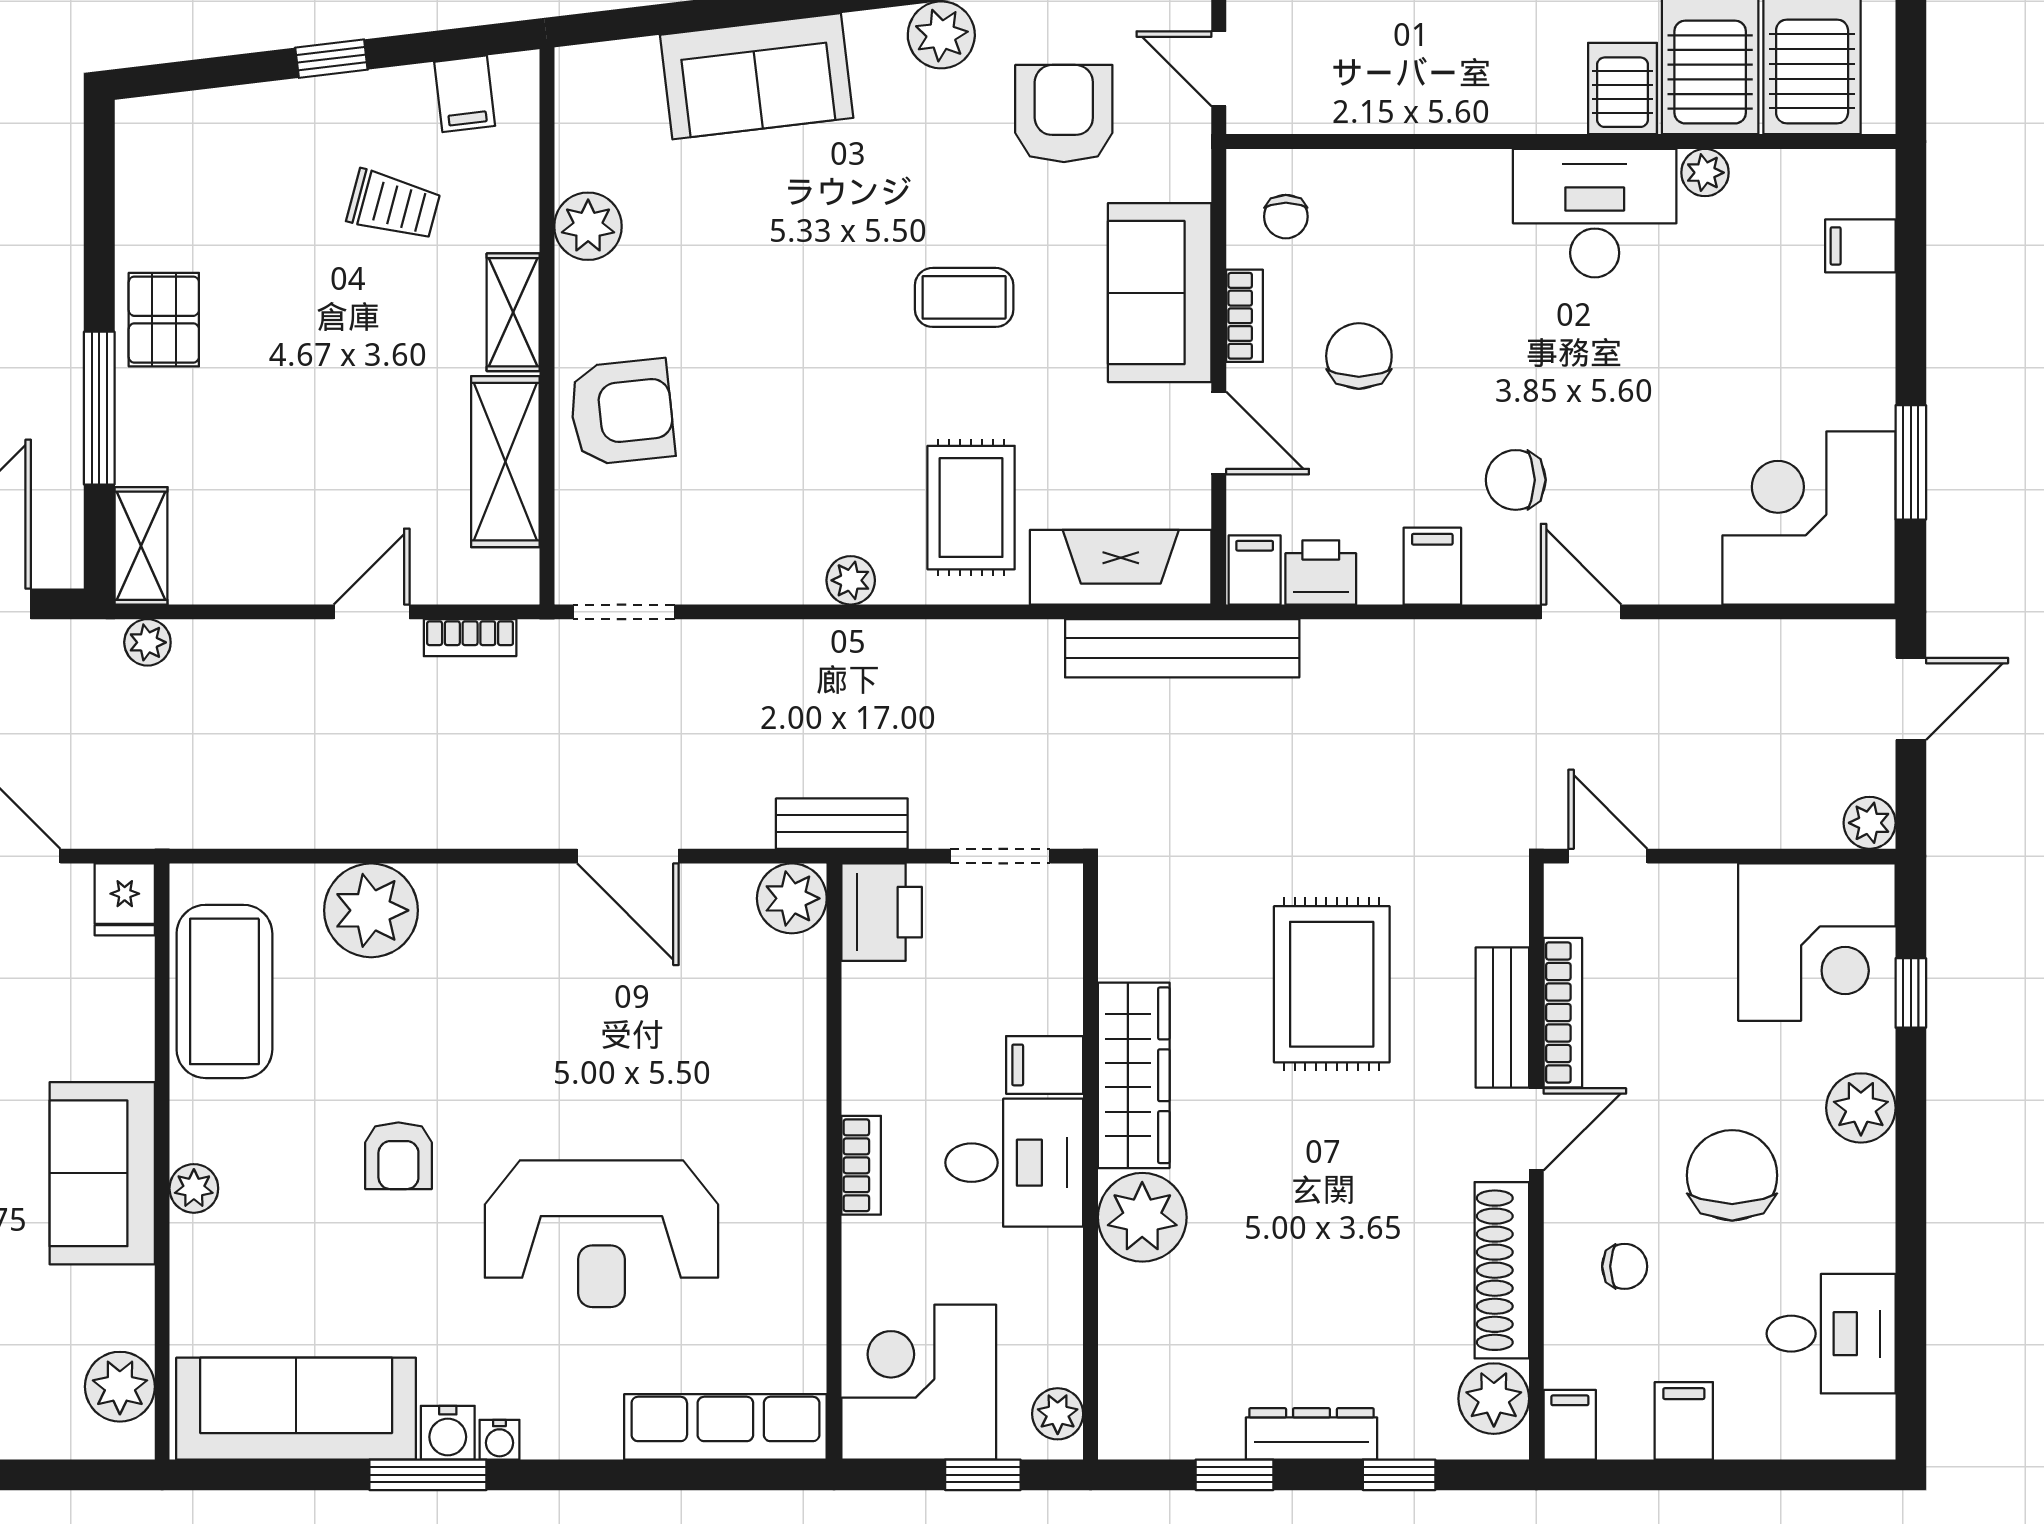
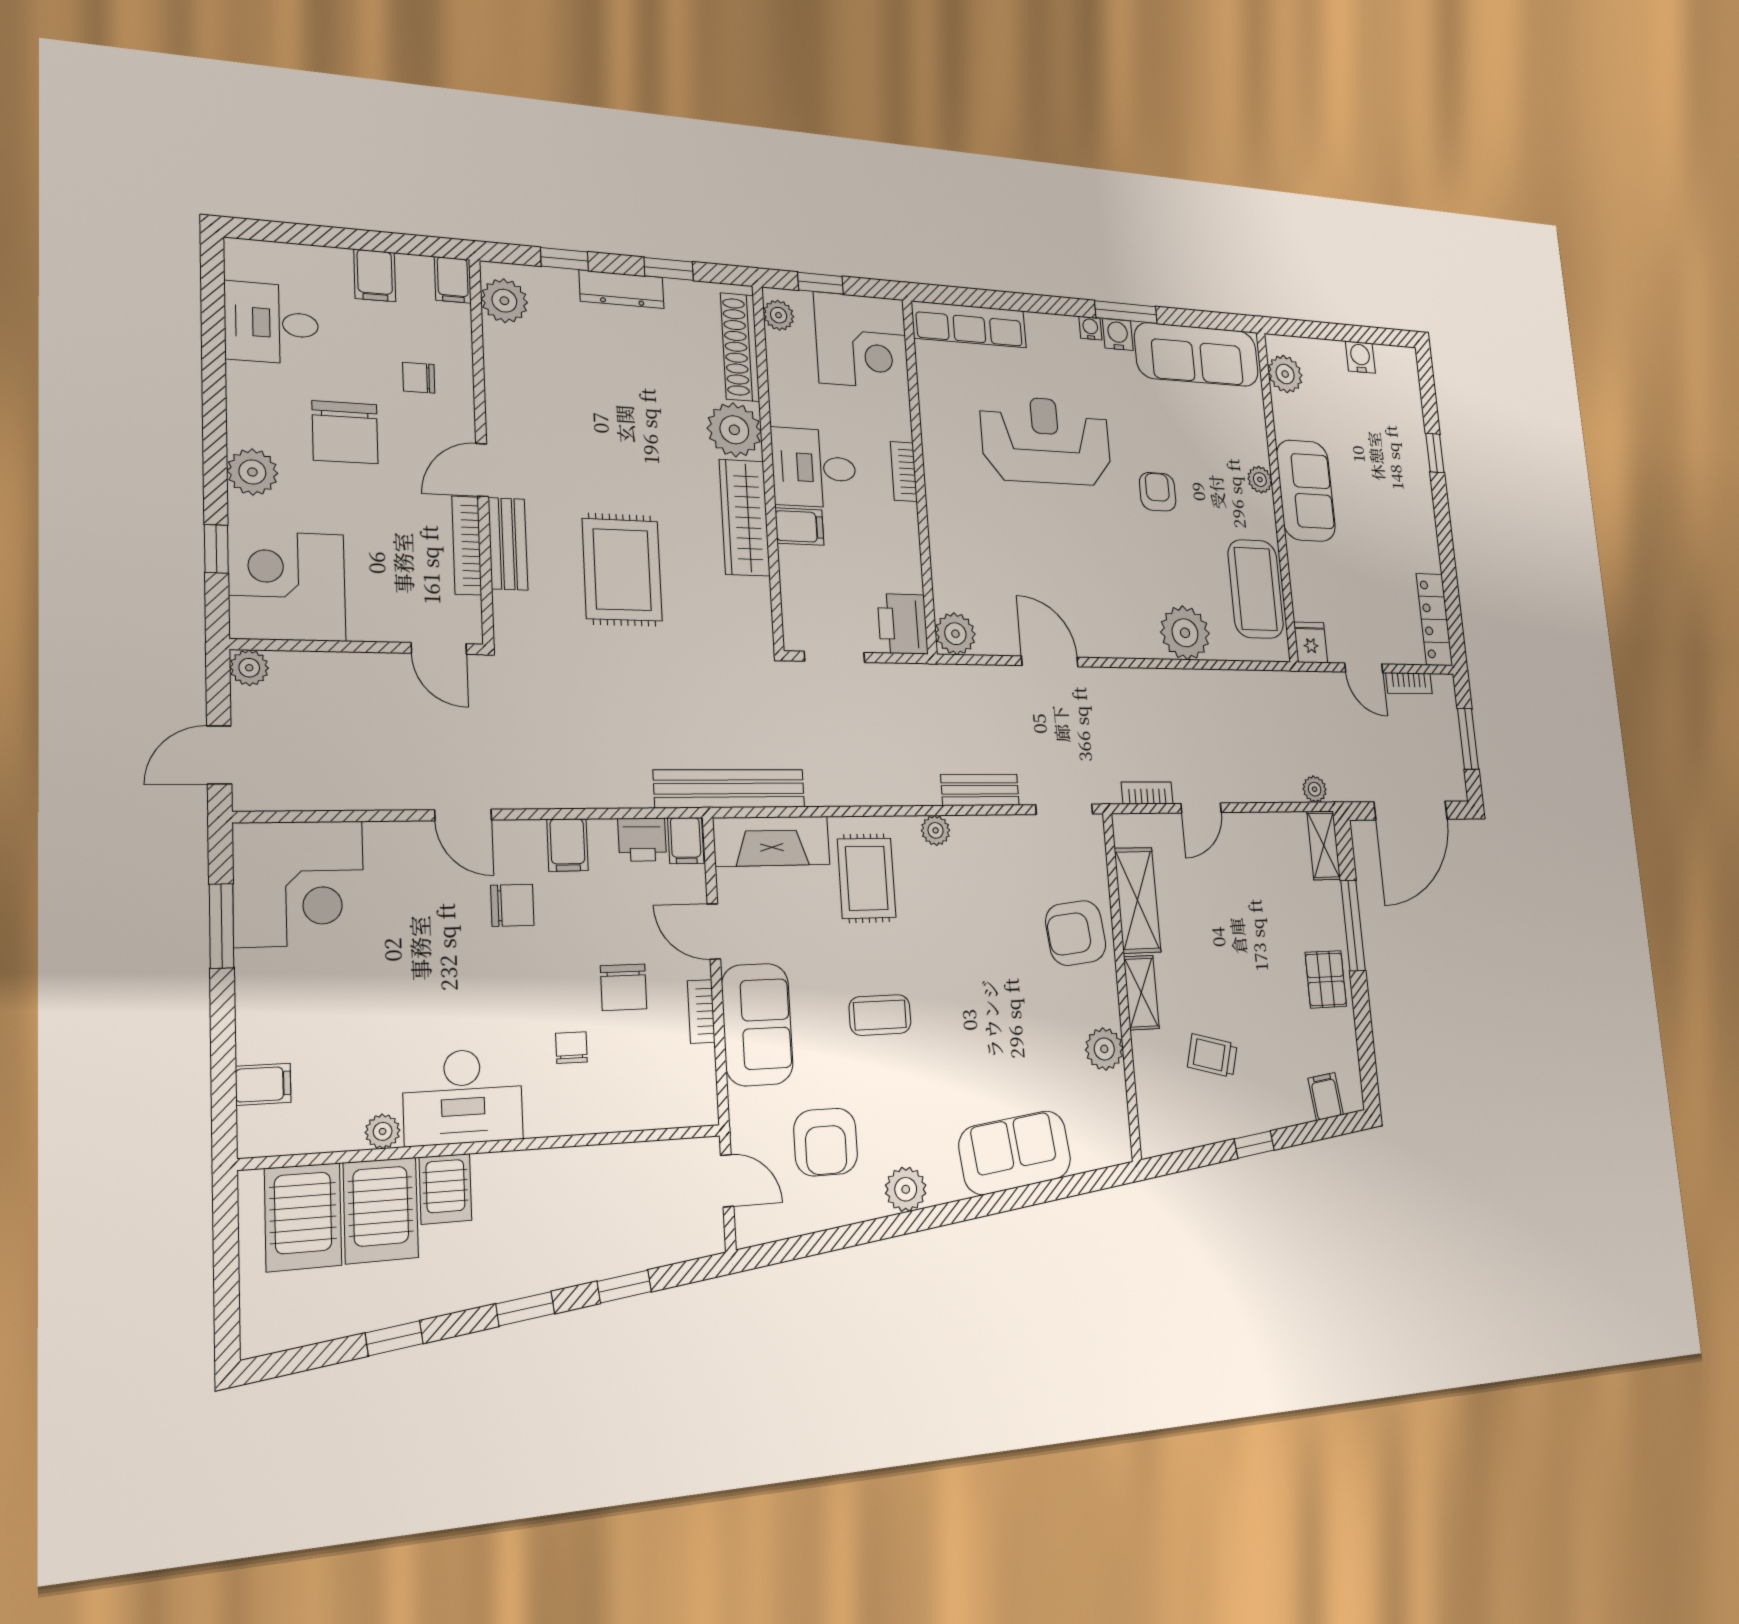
filing cabinet: (465, 94) -> (1326, 1097), moved
chair: (1286, 217) -> (571, 1048), moved
bench: (842, 824) -> (980, 790), moved
shoe rack: (1502, 1270) -> (740, 347), moved, turned 180

